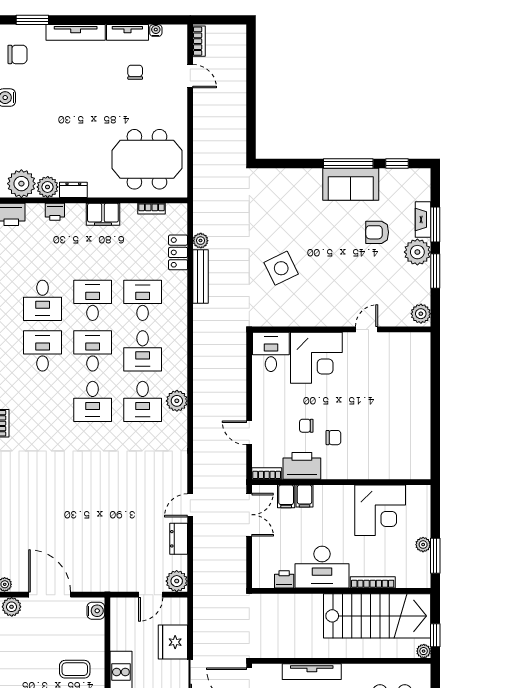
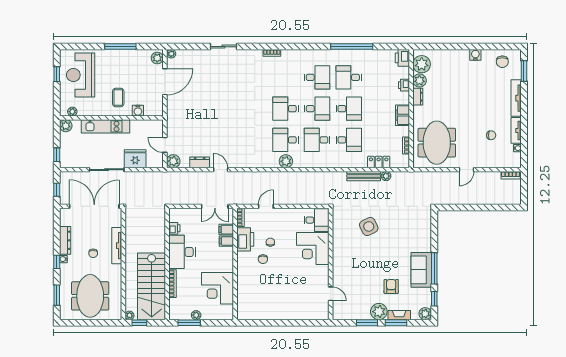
door: (190, 76) -> (467, 170), moved
plant: (421, 314) -> (425, 314), moved
door: (367, 329) -> (331, 294), moved
water cooler: (96, 611) -> (138, 111), moved

